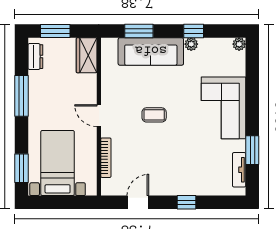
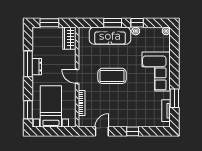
window: (139, 31) -> (113, 23), moved
dresser: (35, 57) -> (37, 67), moved
coffee table: (154, 115) -> (112, 76), width x1.86, depth x1.72

